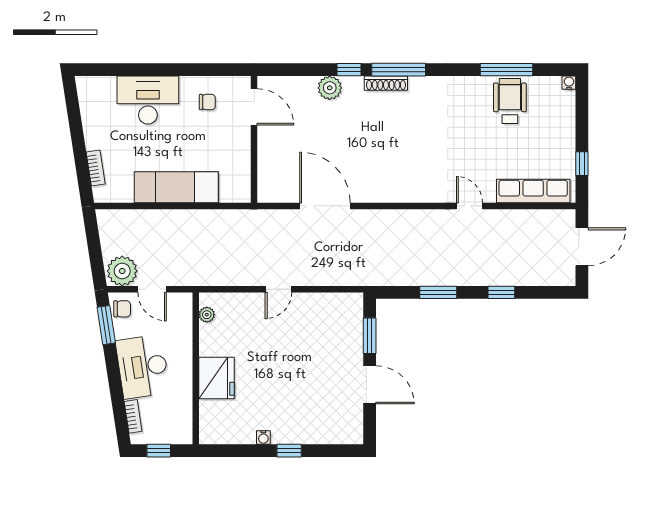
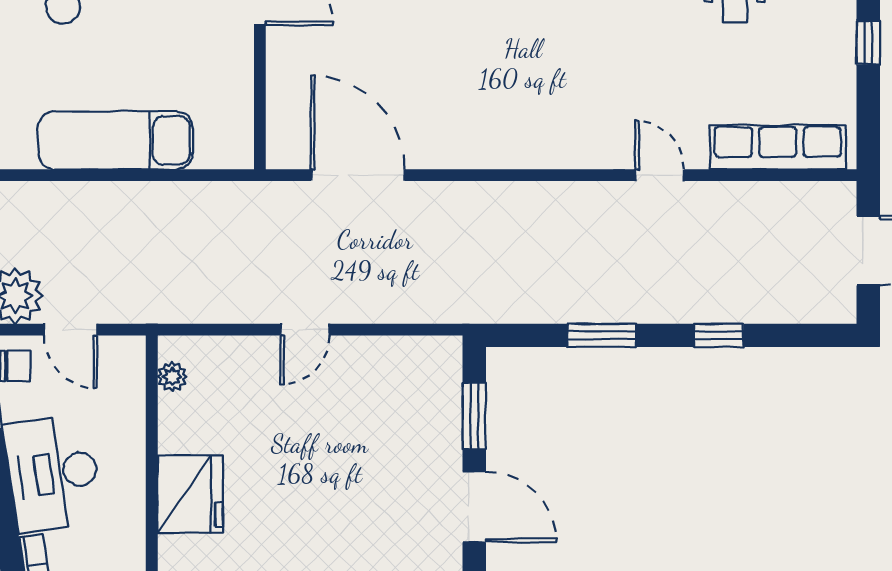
window: (582, 164) -> (868, 42), moved
door: (325, 206) -> (358, 175), moved

